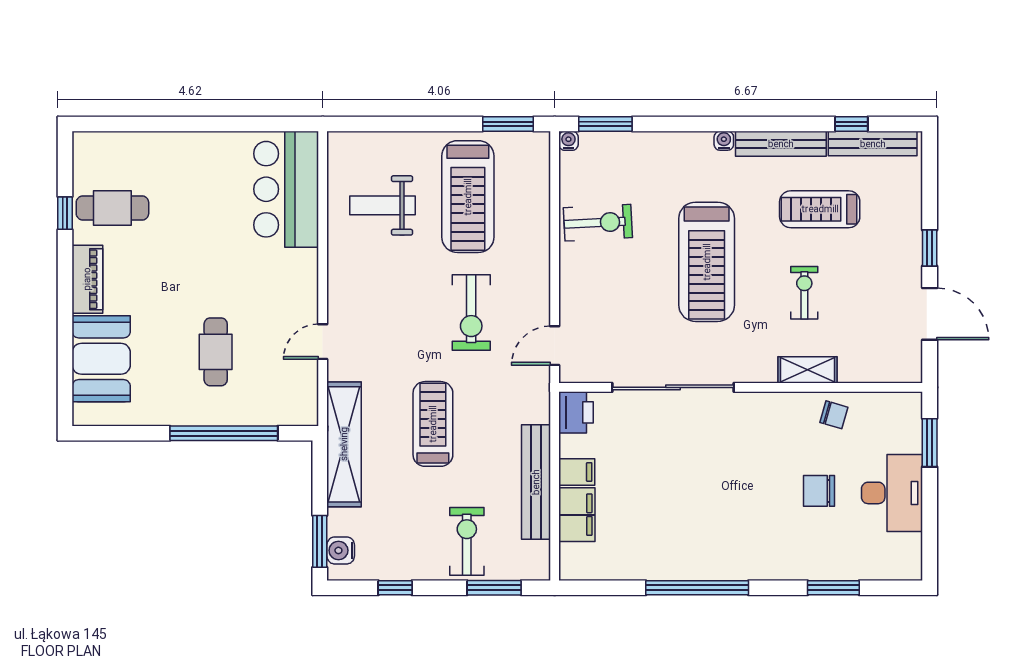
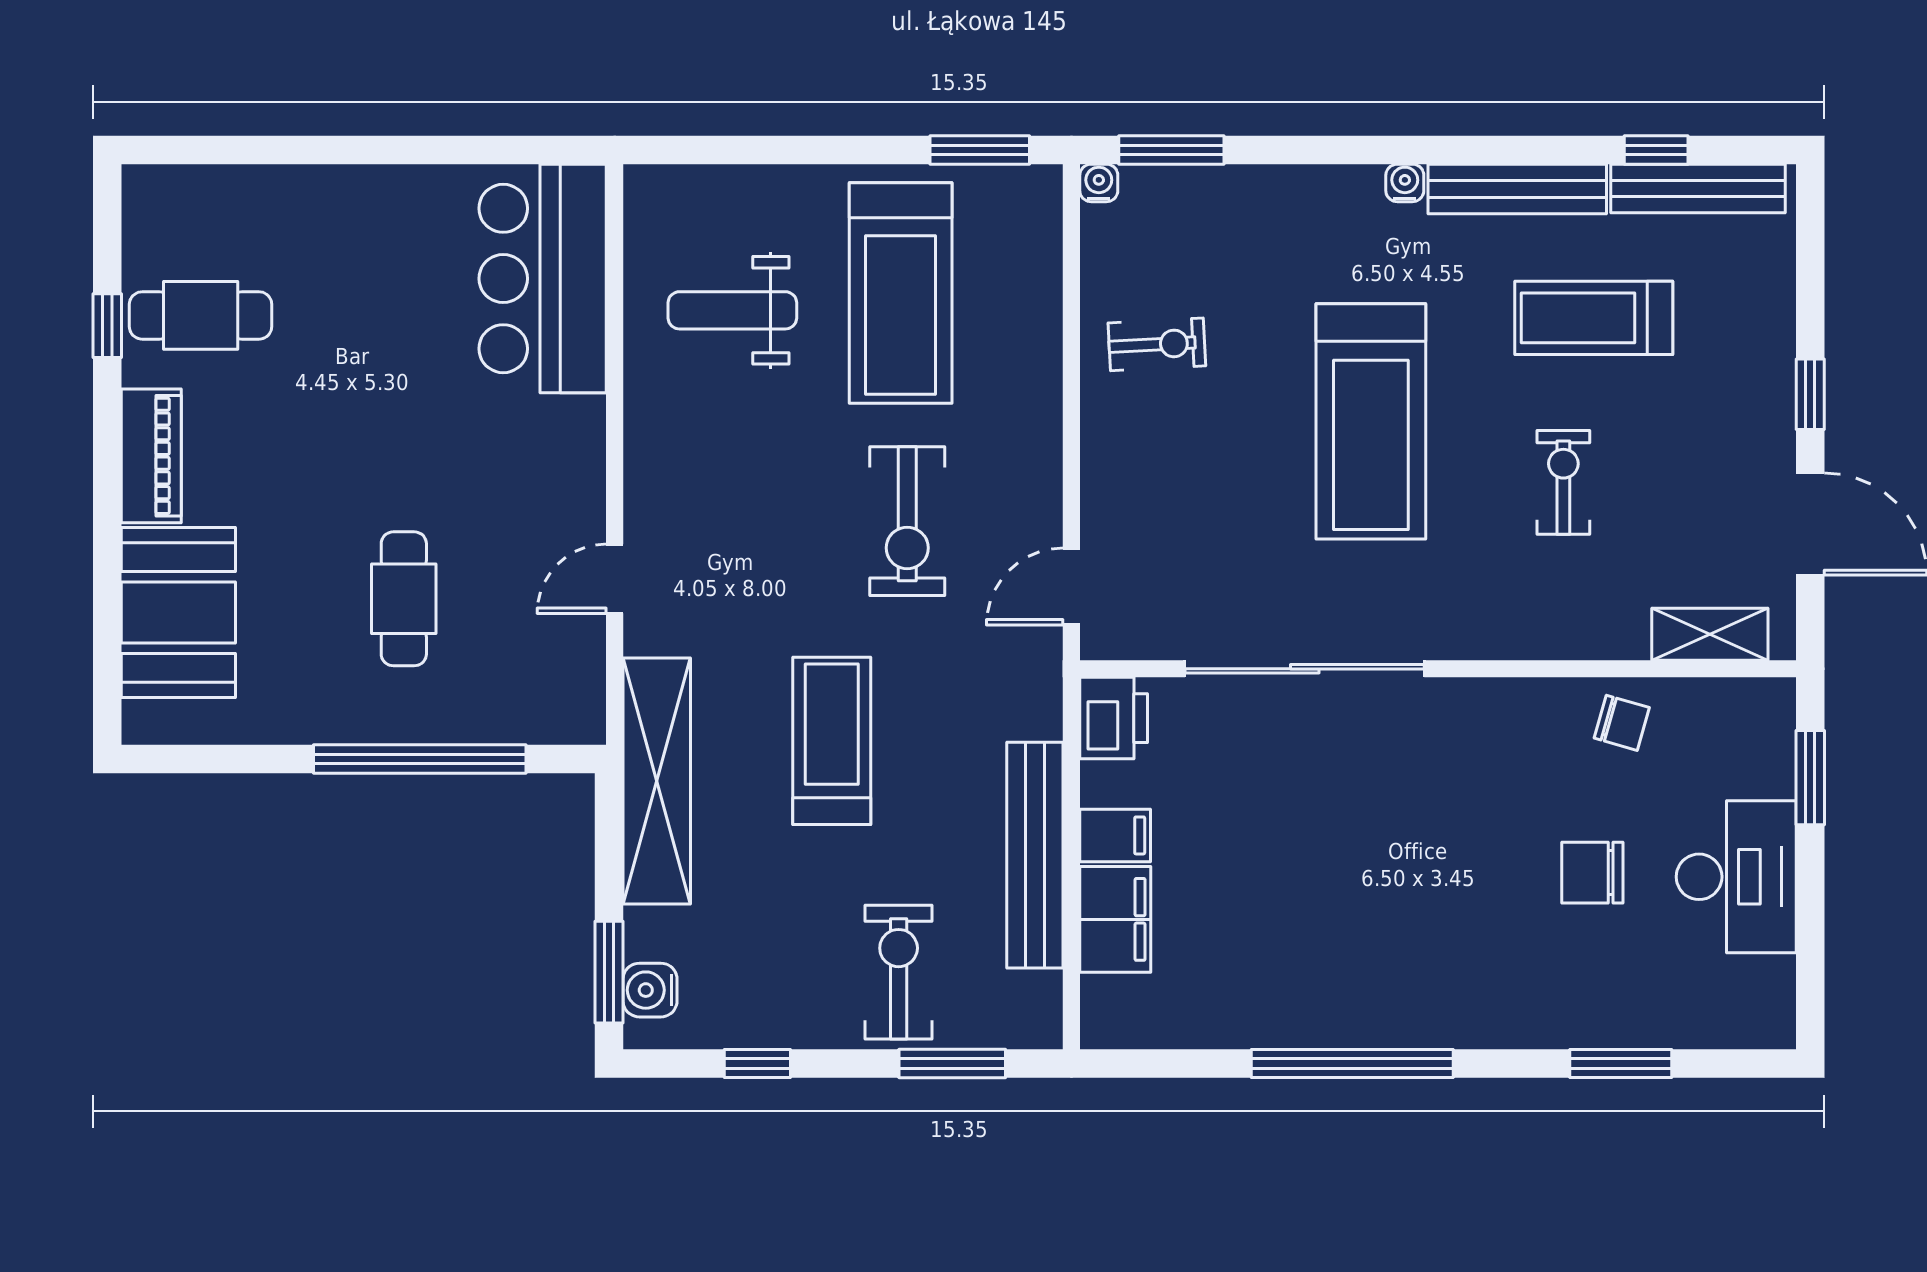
exercise bike: (598, 223) -> (1157, 344), width x0.73, depth x0.72
shelving: (807, 370) -> (1710, 634), moved

